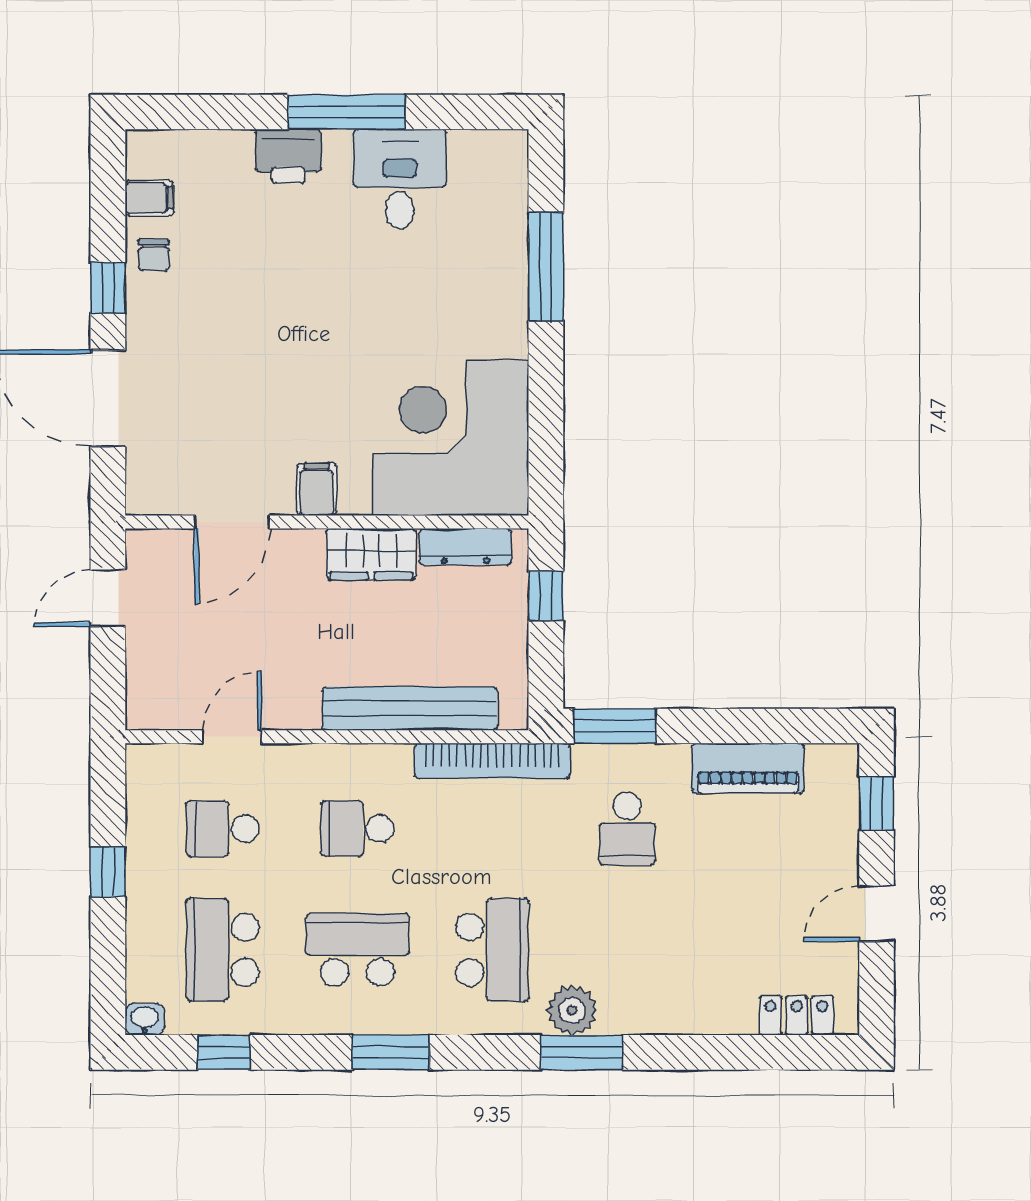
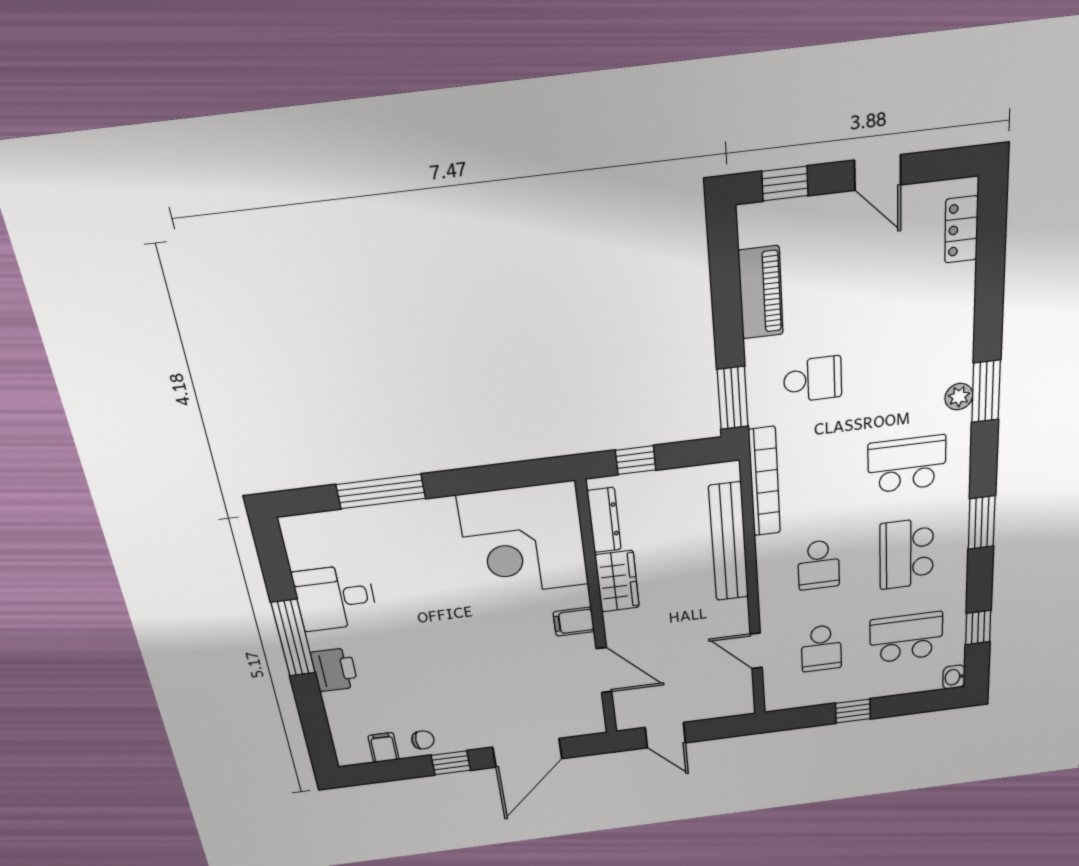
school desk: (223, 950) -> (906, 637), turned 180
plant: (572, 1010) -> (959, 397), width x0.73, depth x0.73

